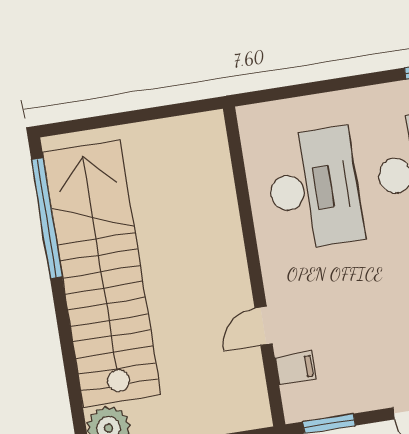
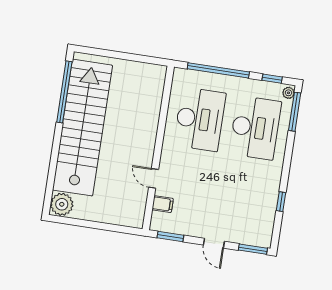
window: (320, 87) -> (218, 70), added
door: (264, 326) -> (154, 178), hinge flipped

